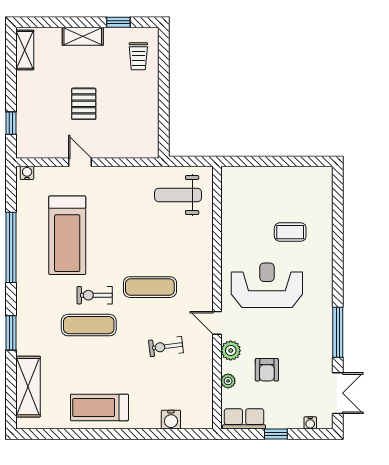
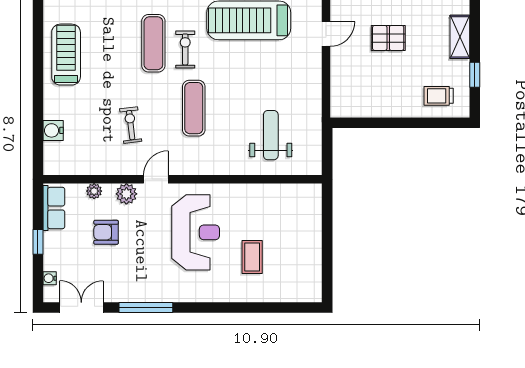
weight bench: (178, 195) -> (271, 135), moved
double door: (338, 393) -> (81, 307), swing flipped

